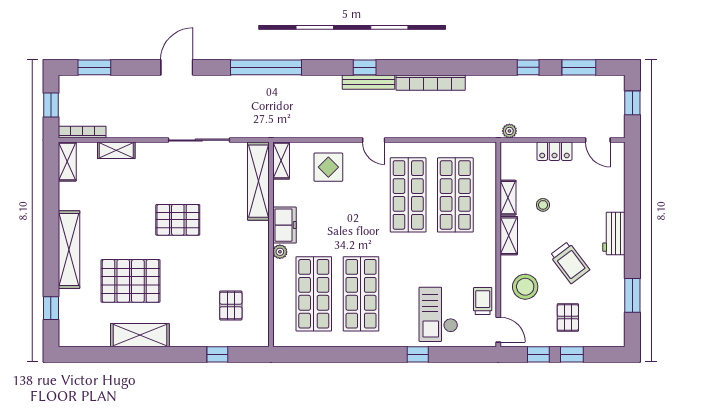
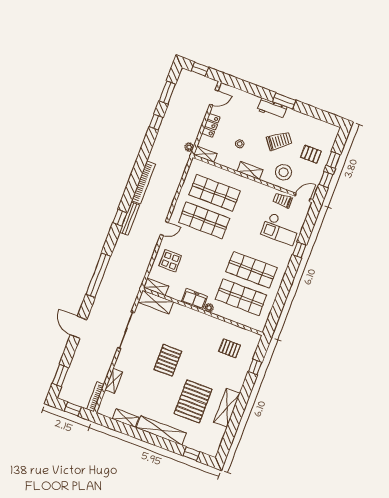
shelving: (67, 162) -> (126, 418), moved
shelving: (258, 181) -> (156, 302), width x0.68
shelving: (508, 198) -> (205, 154), moved
window: (632, 295) -> (284, 101), moved

